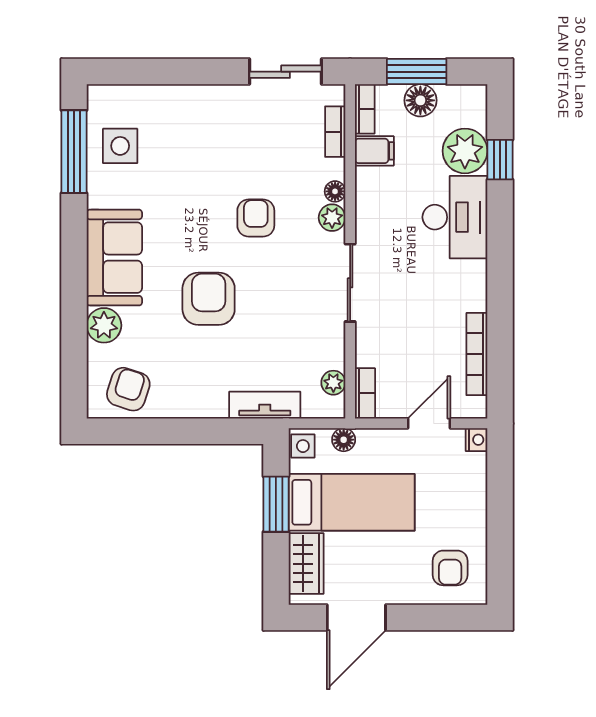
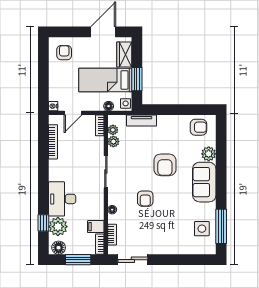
floor lamp: (420, 100) -> (59, 248), moved
plant: (332, 218) -> (113, 142), moved
armchair: (128, 389) -> (198, 127), turned -108

